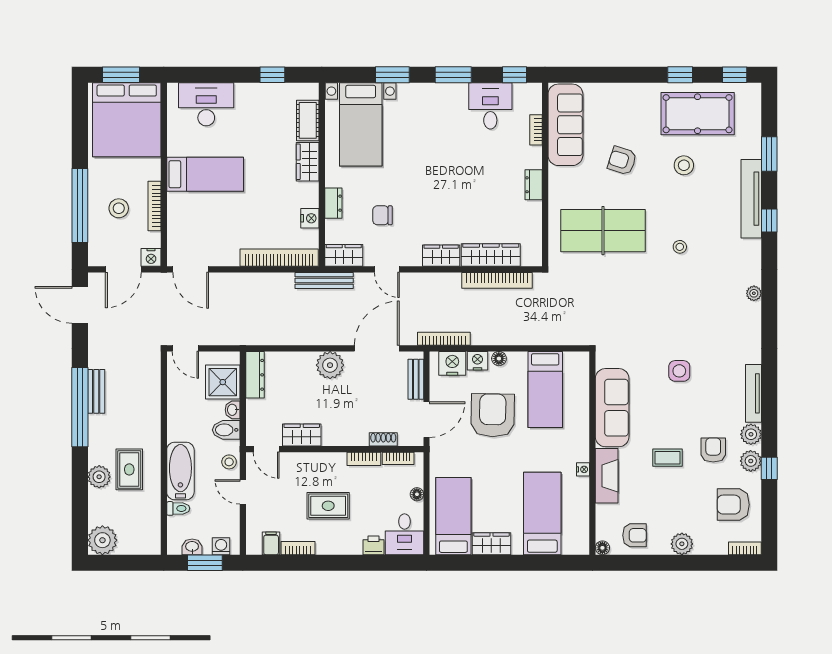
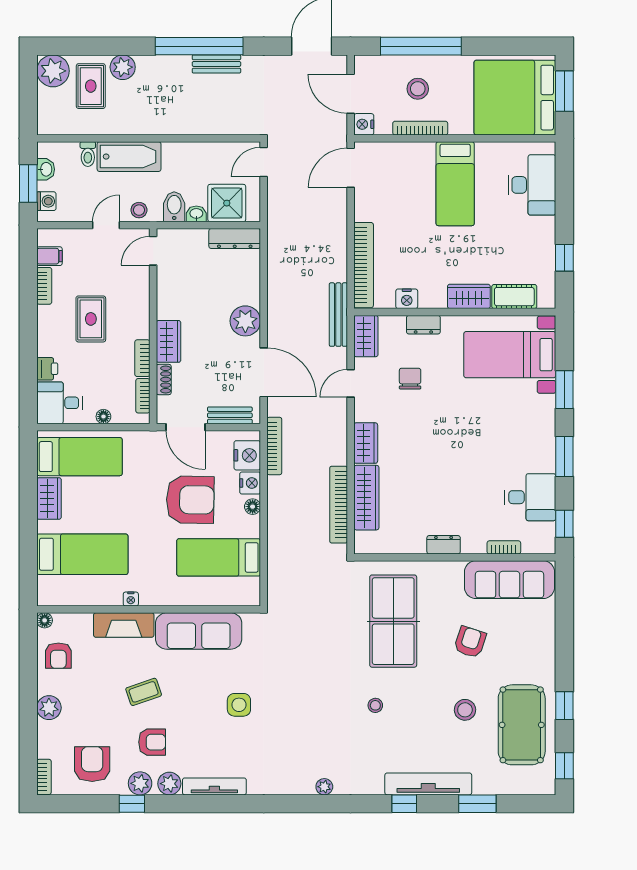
wardrobe: (302, 435) -> (168, 341), moved
coffee table: (668, 458) -> (144, 692), turned 71
rug: (129, 469) -> (91, 86), moved, turned 90

